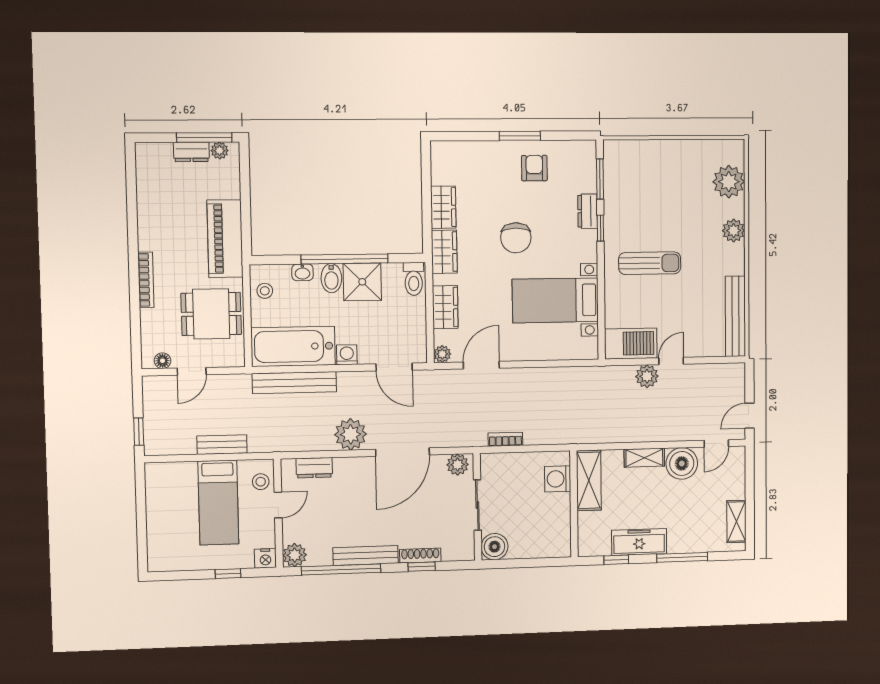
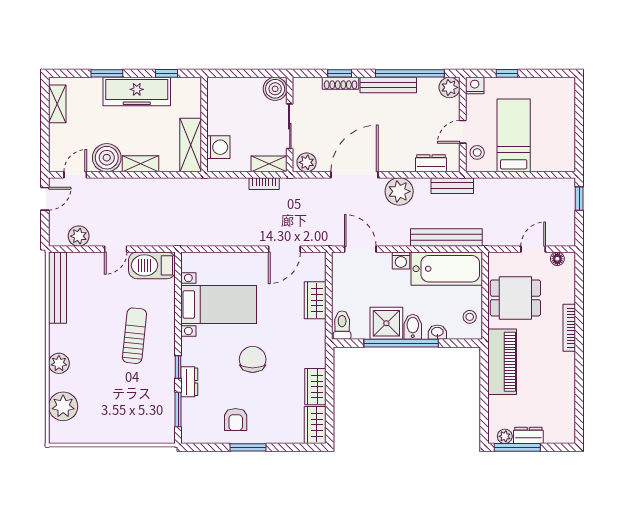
wardrobe: (444, 252) -> (315, 425), moved
sun lounger: (650, 263) -> (134, 336), turned 96
plant: (442, 354) -> (318, 260), removed
plant: (647, 376) -> (79, 236), moved
bench: (222, 445) -> (452, 186), moved
shelving: (500, 462) -> (269, 164), added
freezer: (639, 542) -> (137, 91), width x1.36, depth x1.26
window: (682, 557) -> (107, 73), width x0.69

